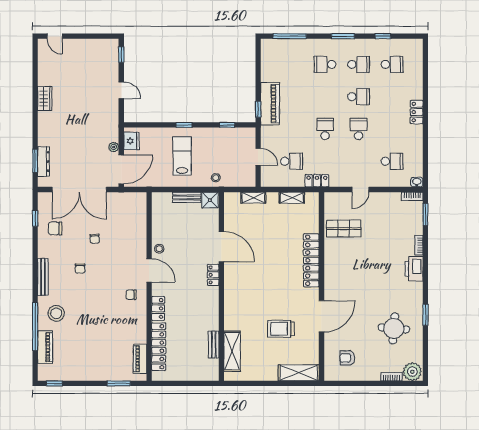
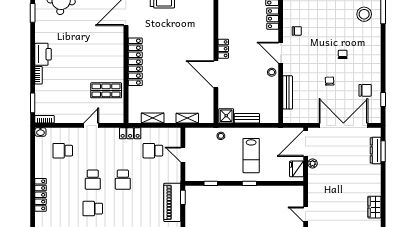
locker: (417, 112) -> (41, 195), width x1.53
bench: (43, 277) -> (288, 92), moved

